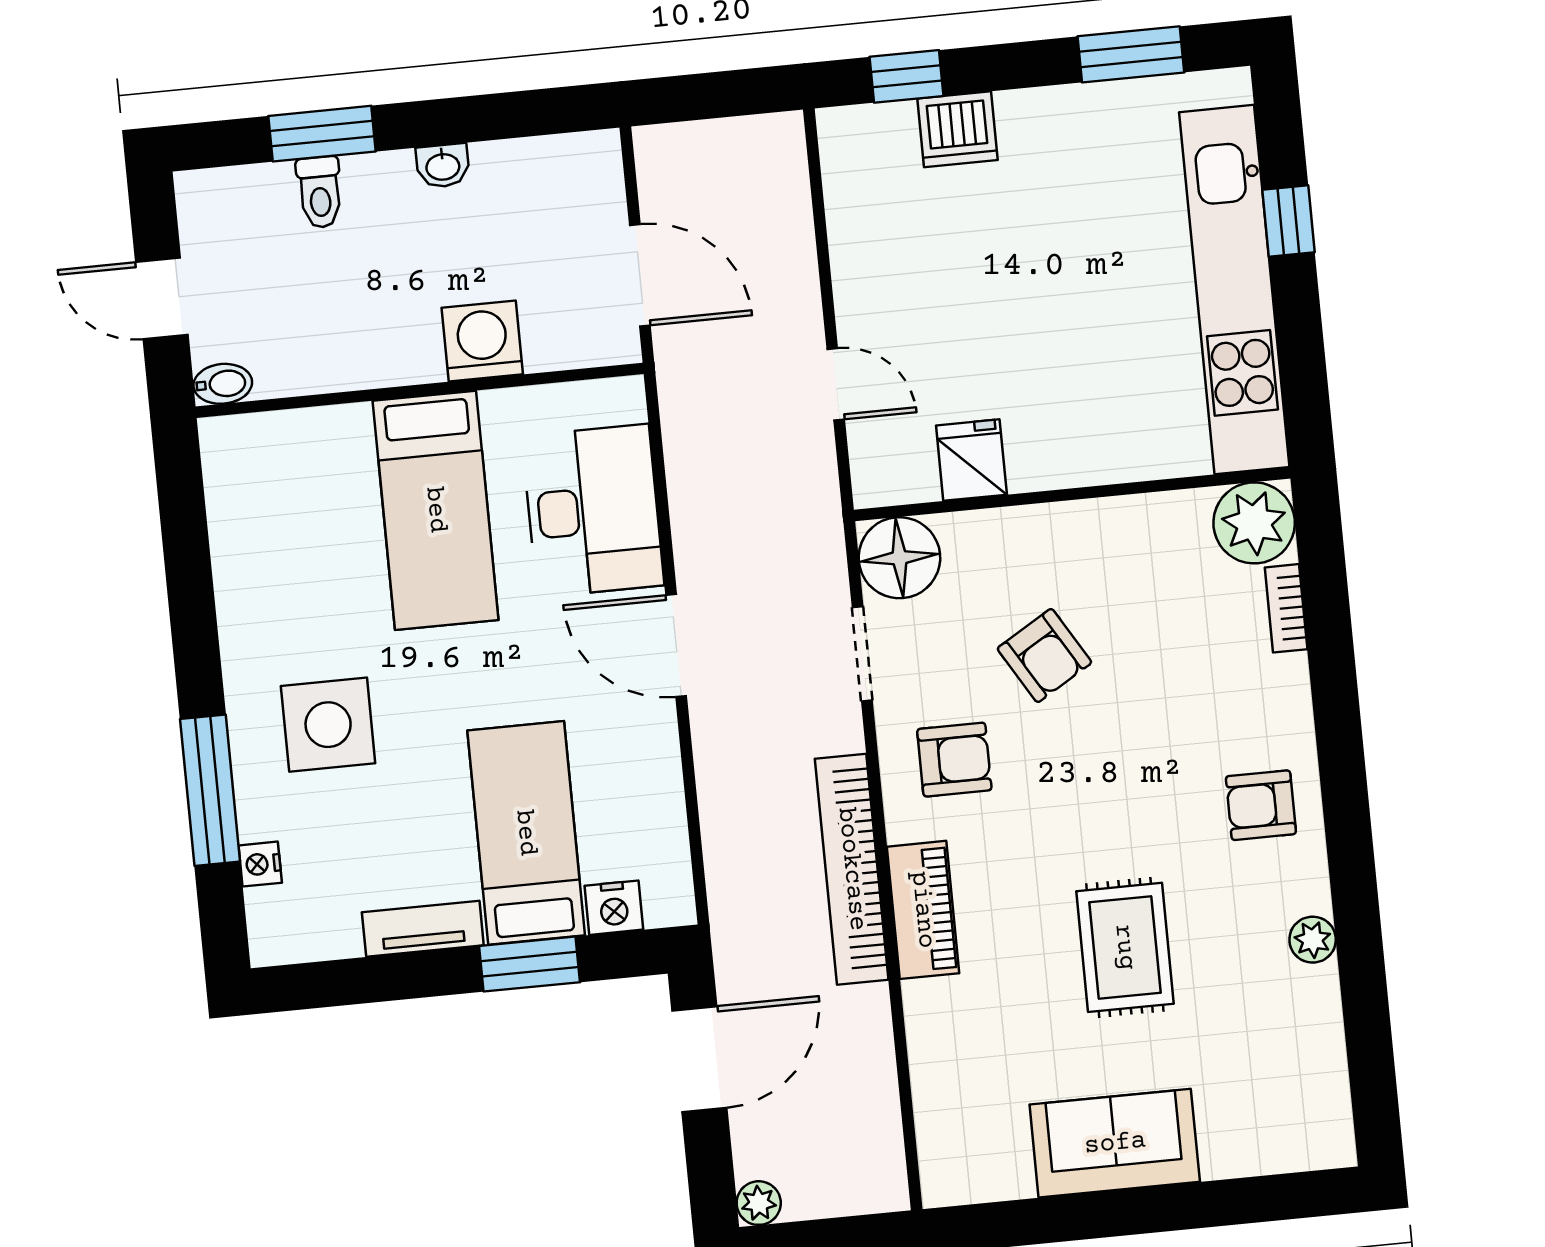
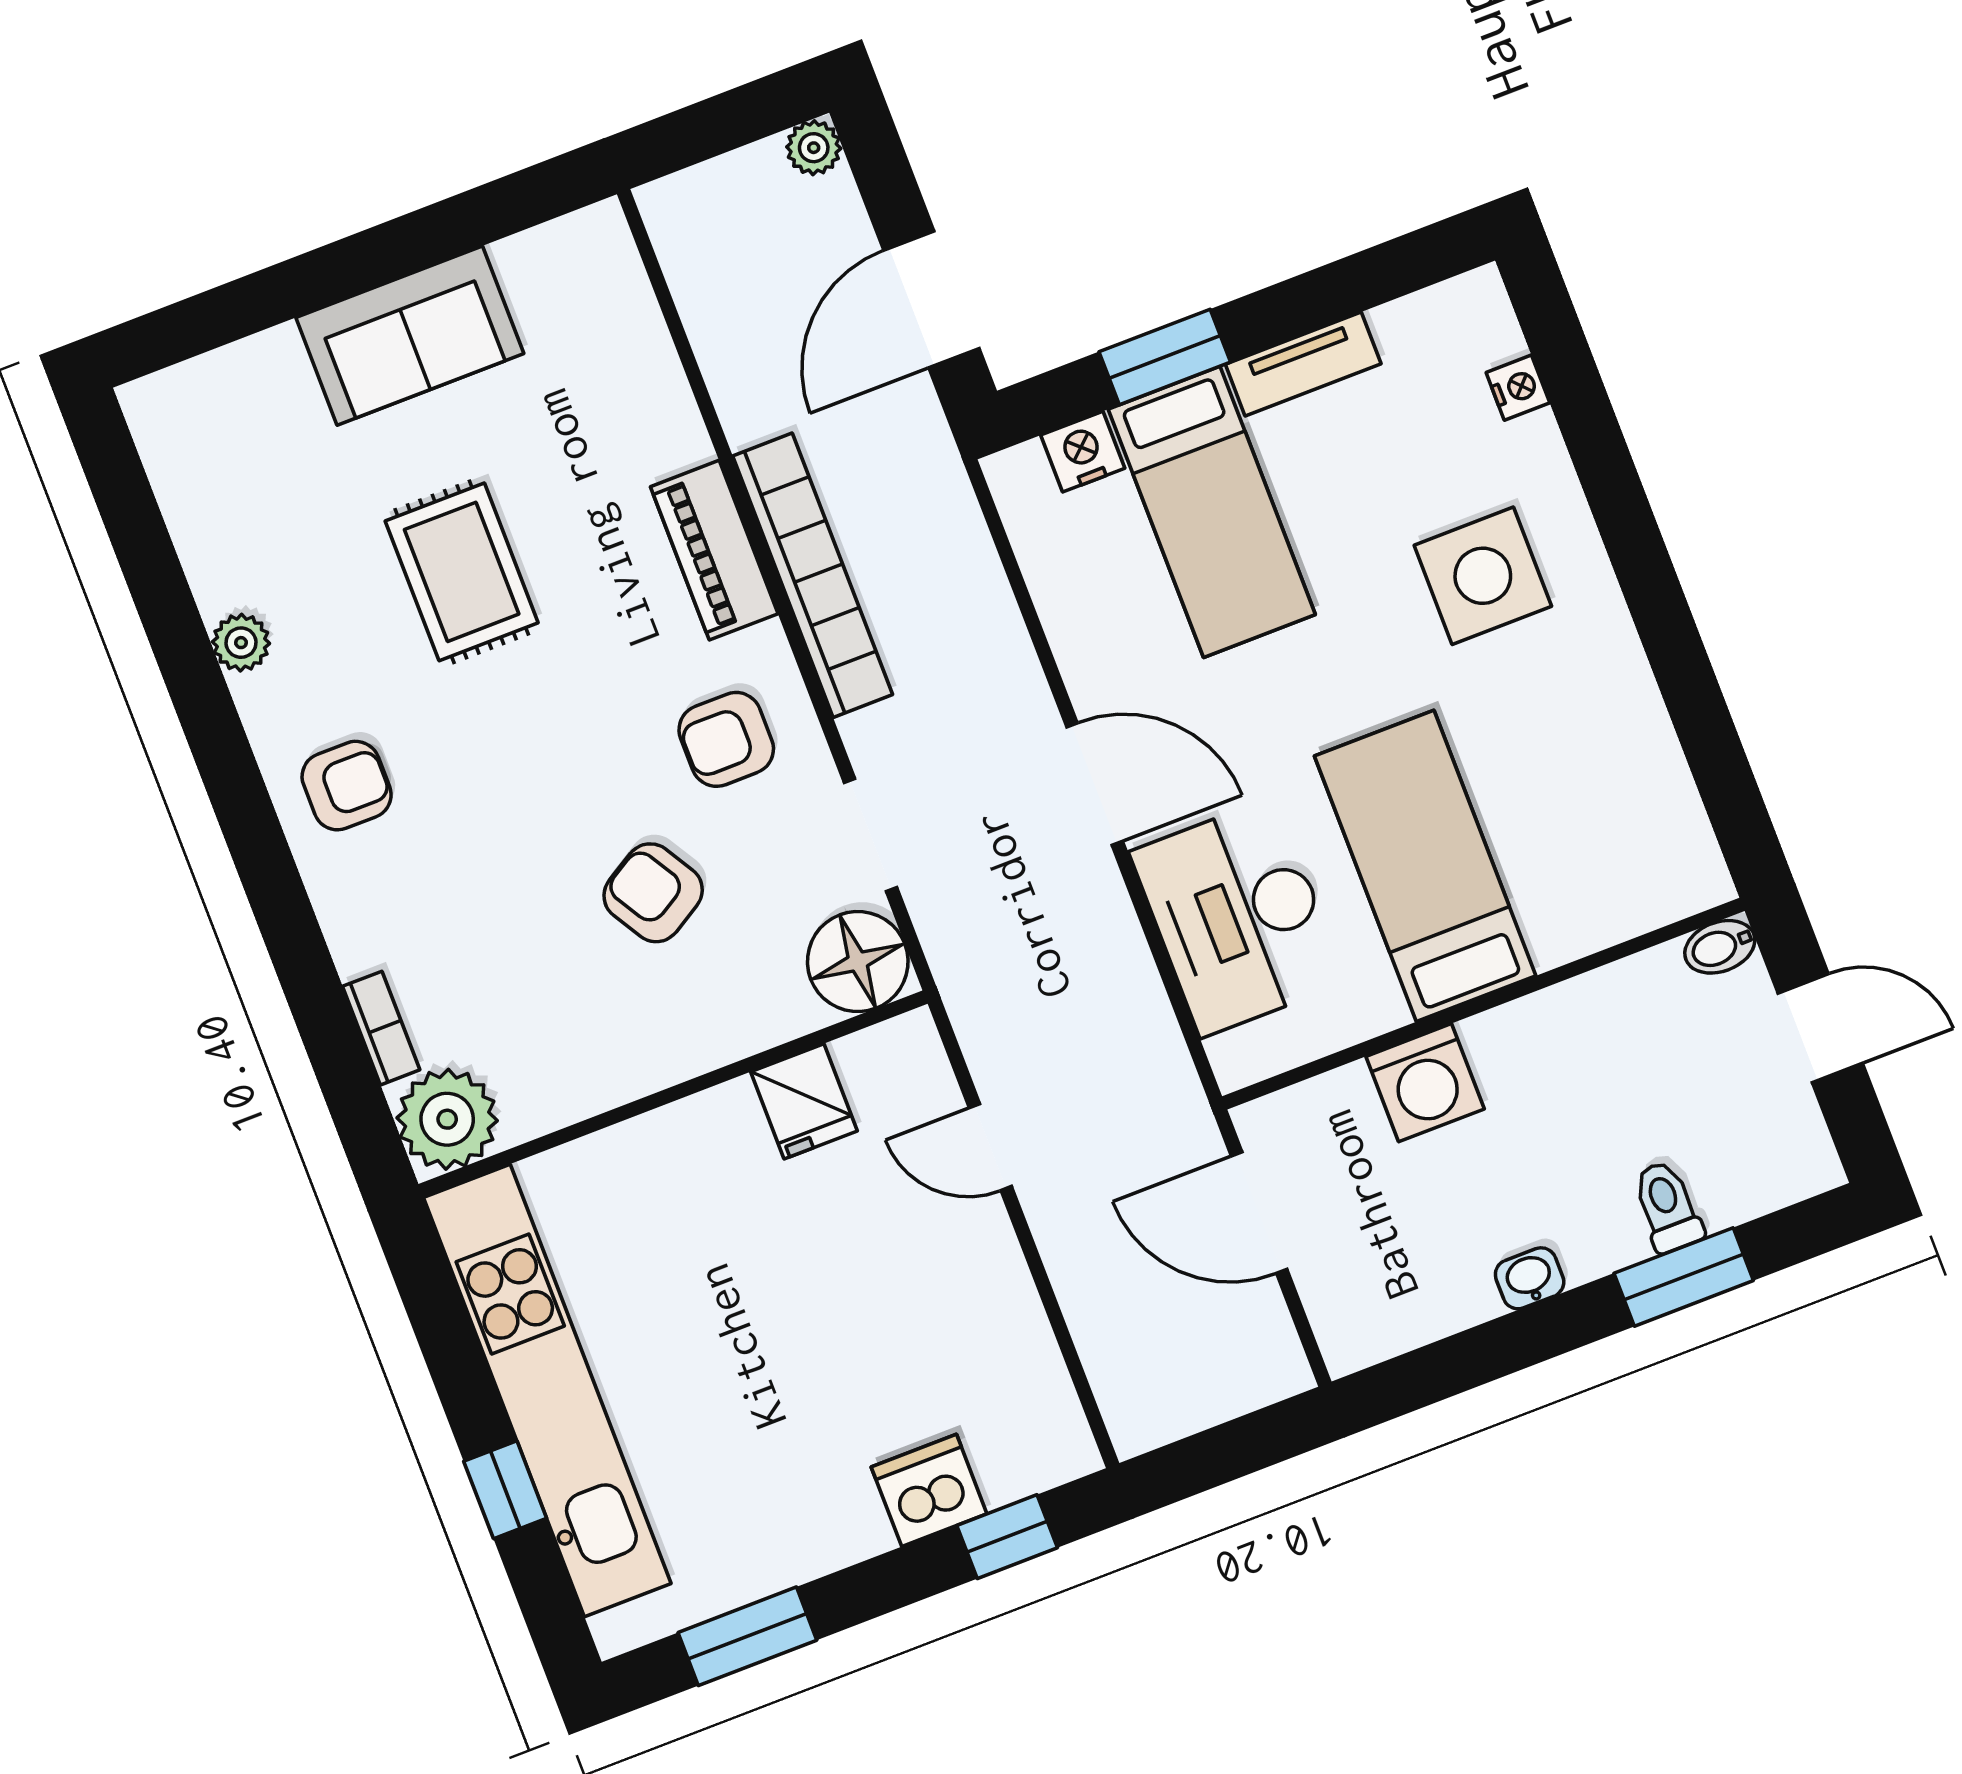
window: (210, 790) -> (1602, 459), removed

